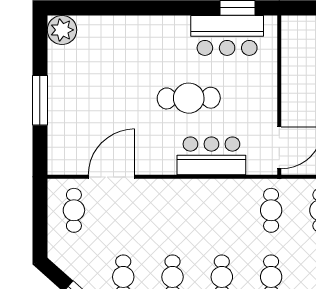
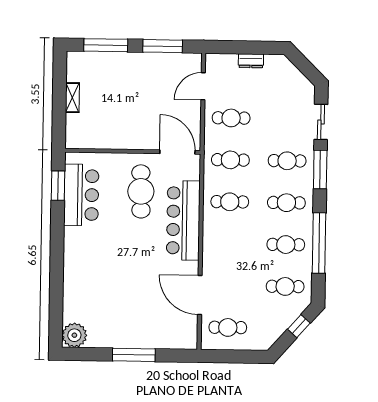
cafe table: (189, 98) -> (141, 191), moved
bar counter: (211, 156) -> (183, 220), width x1.36
cafe table: (222, 210) -> (230, 202), added

